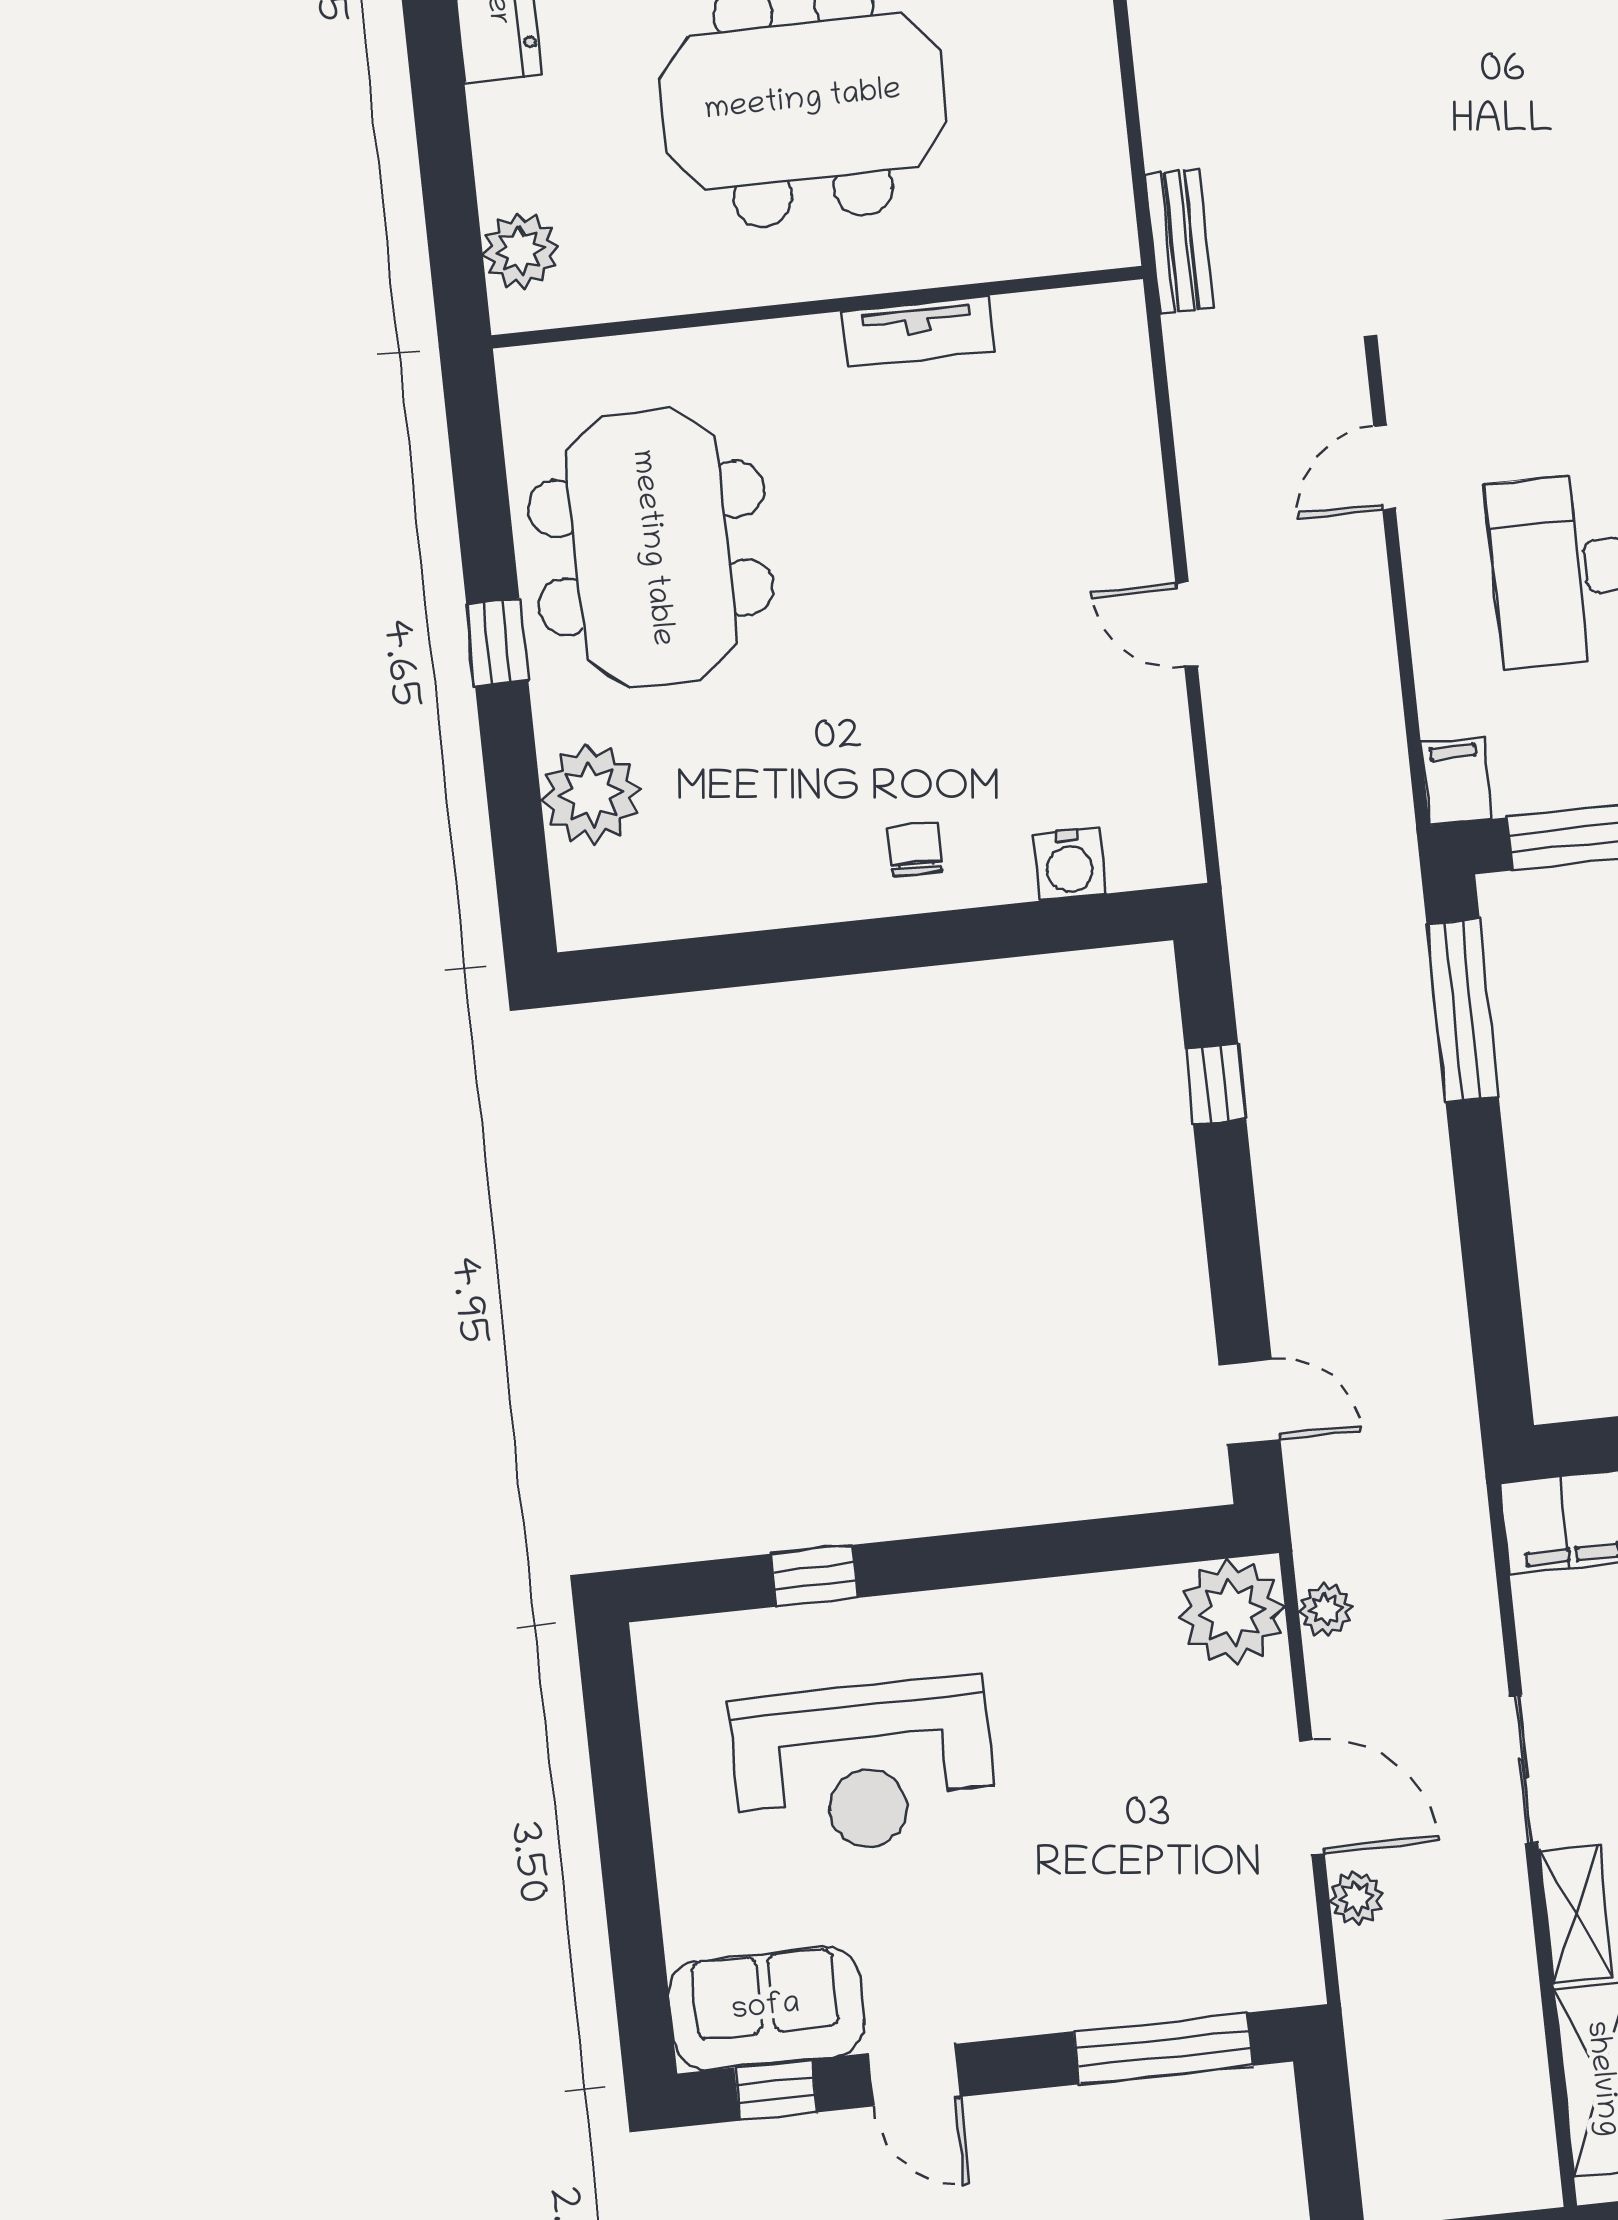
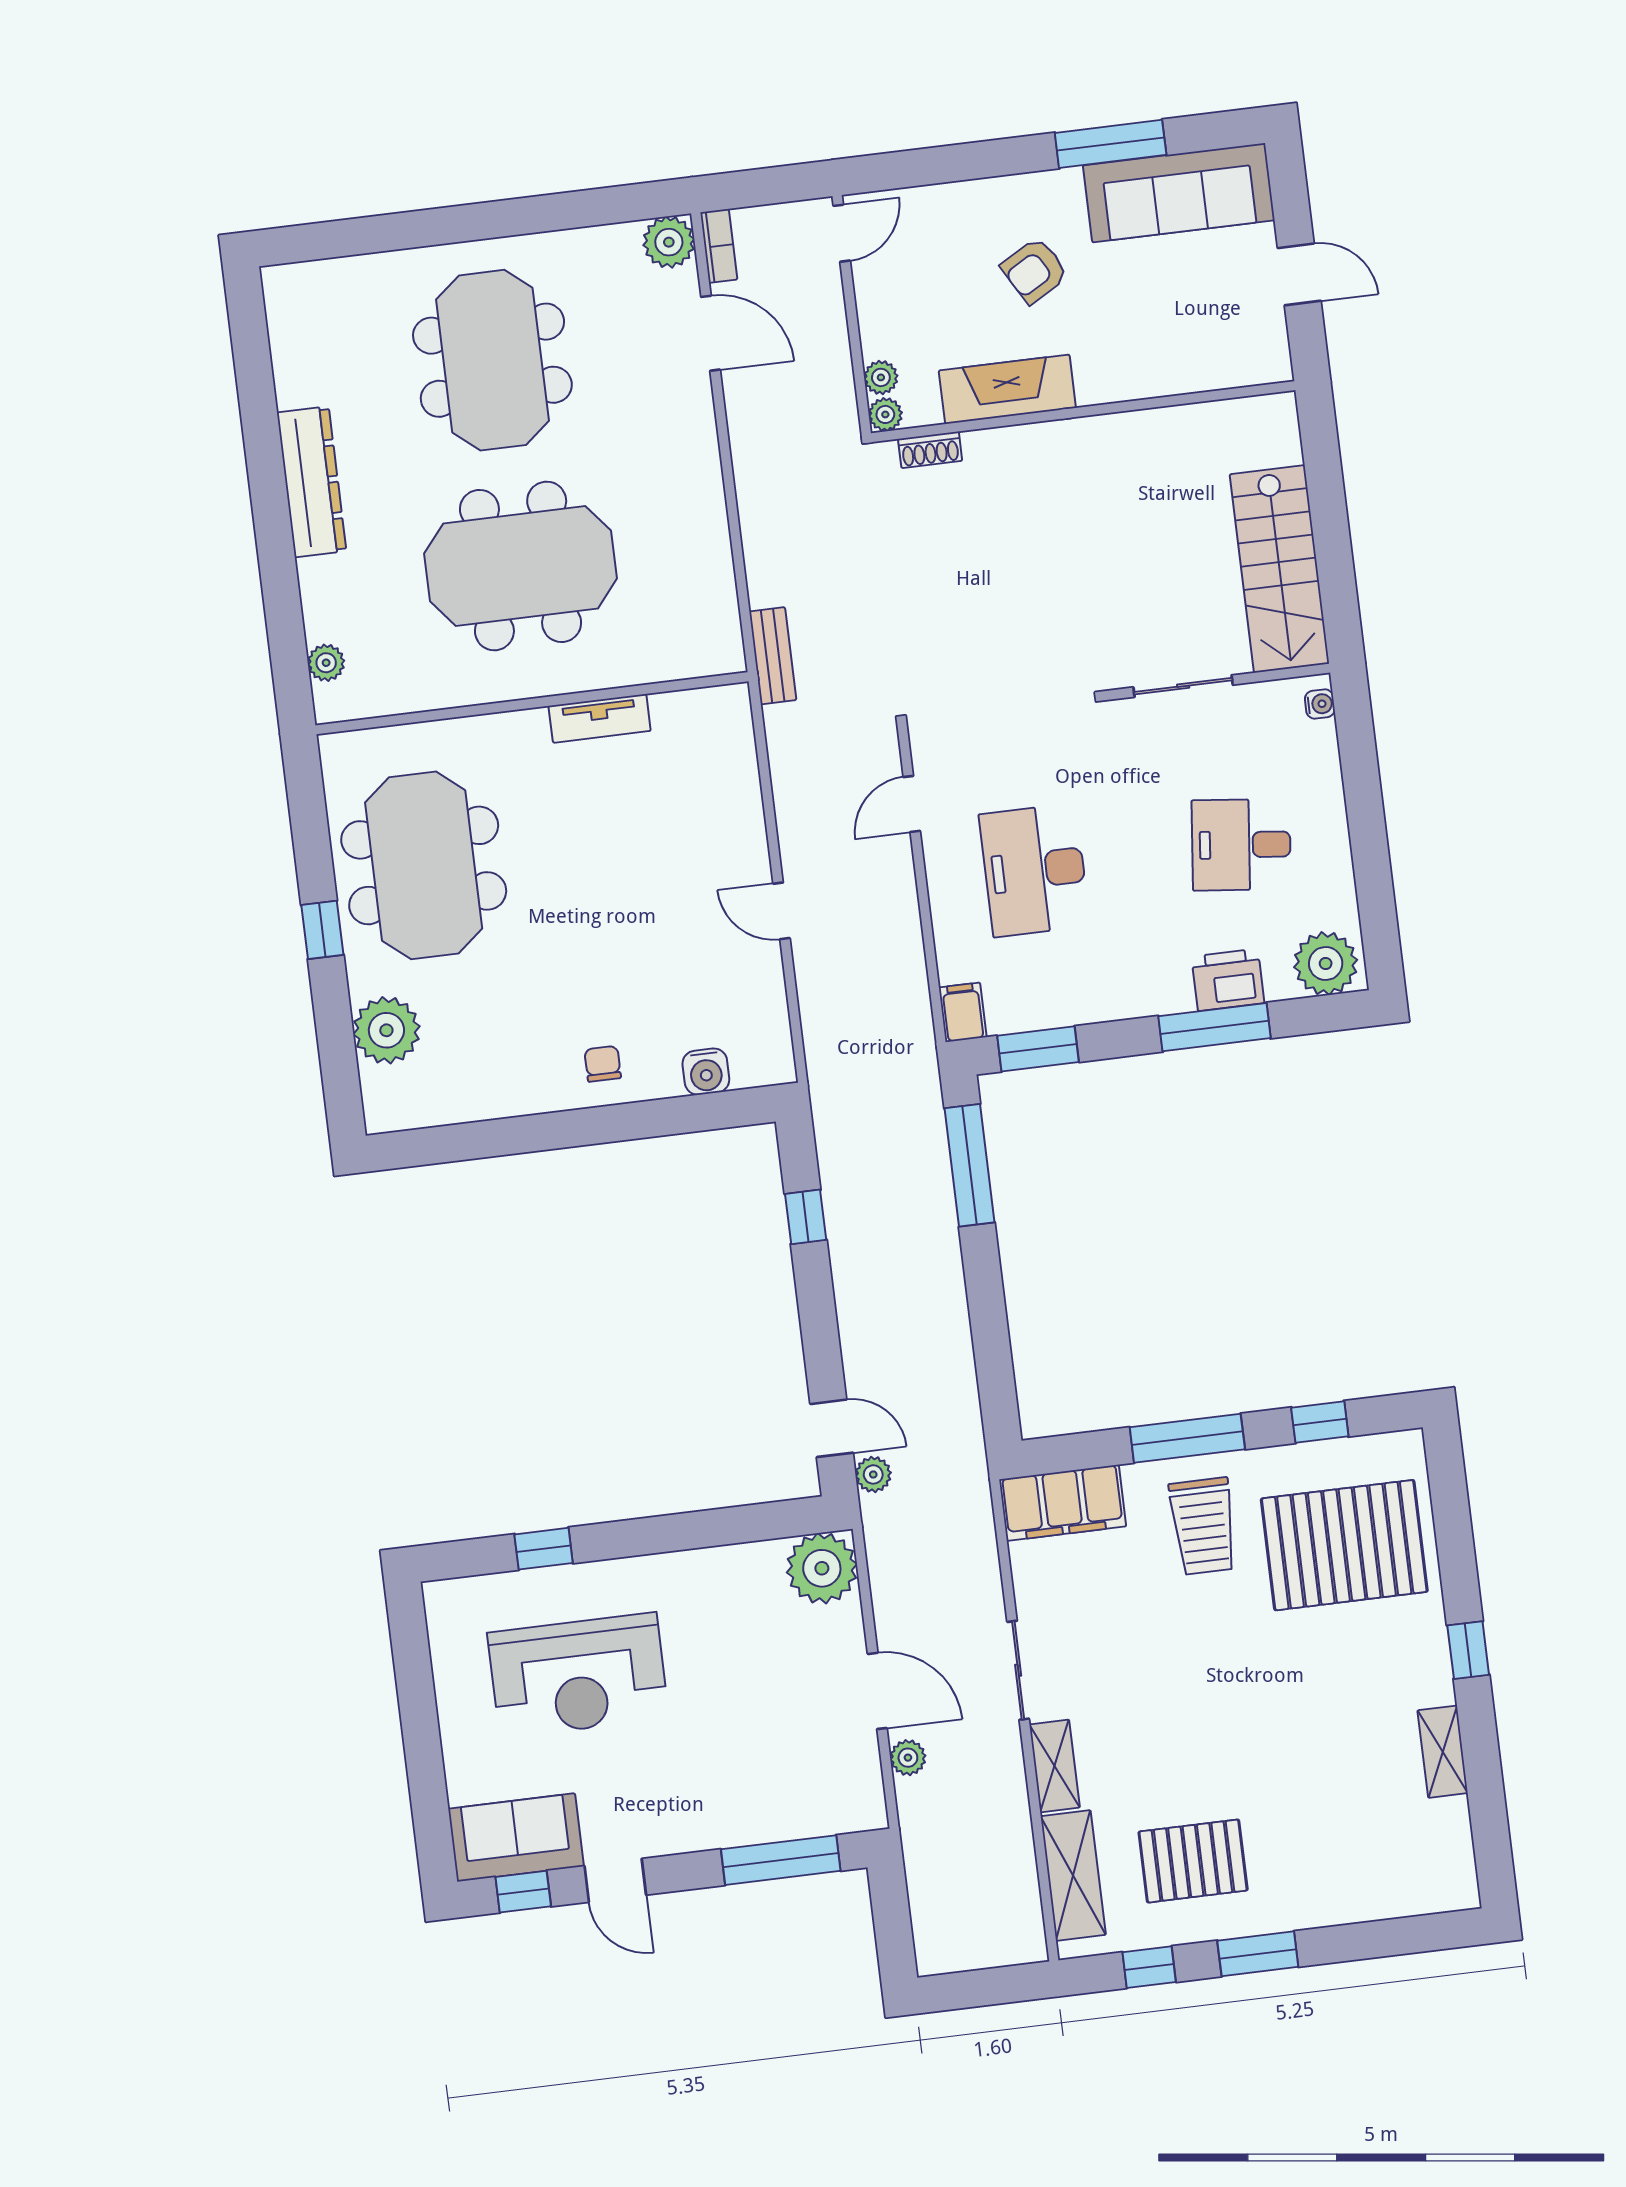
plant: (521, 251) -> (326, 663), width x0.73, depth x0.73
plant: (1326, 1610) -> (873, 1474), moved

